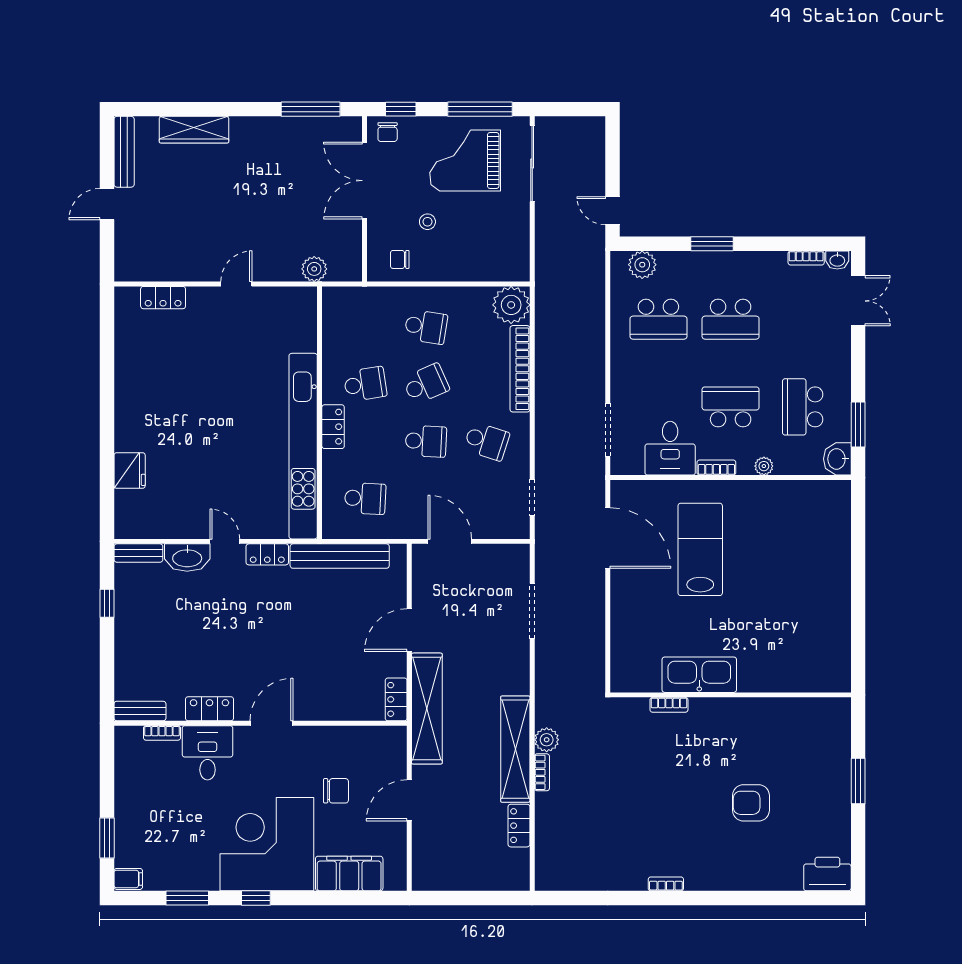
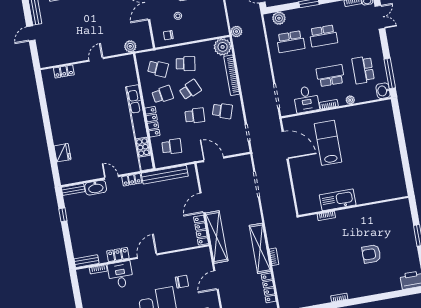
school desk: (365, 327) -> (158, 69), added
window: (858, 425) -> (390, 73), width x1.44
locker: (333, 427) -> (152, 122), width x1.53
locker: (396, 699) -> (201, 230), width x1.53
plant: (547, 740) -> (236, 32), moved
locker: (519, 826) -> (269, 288), width x1.53

